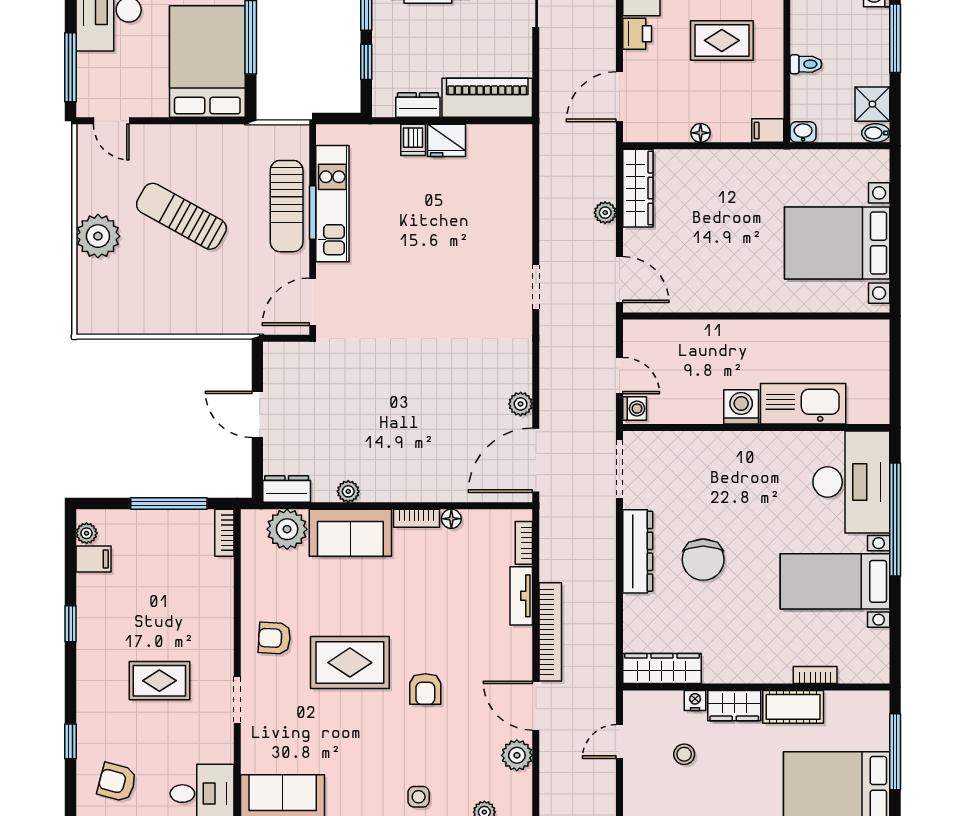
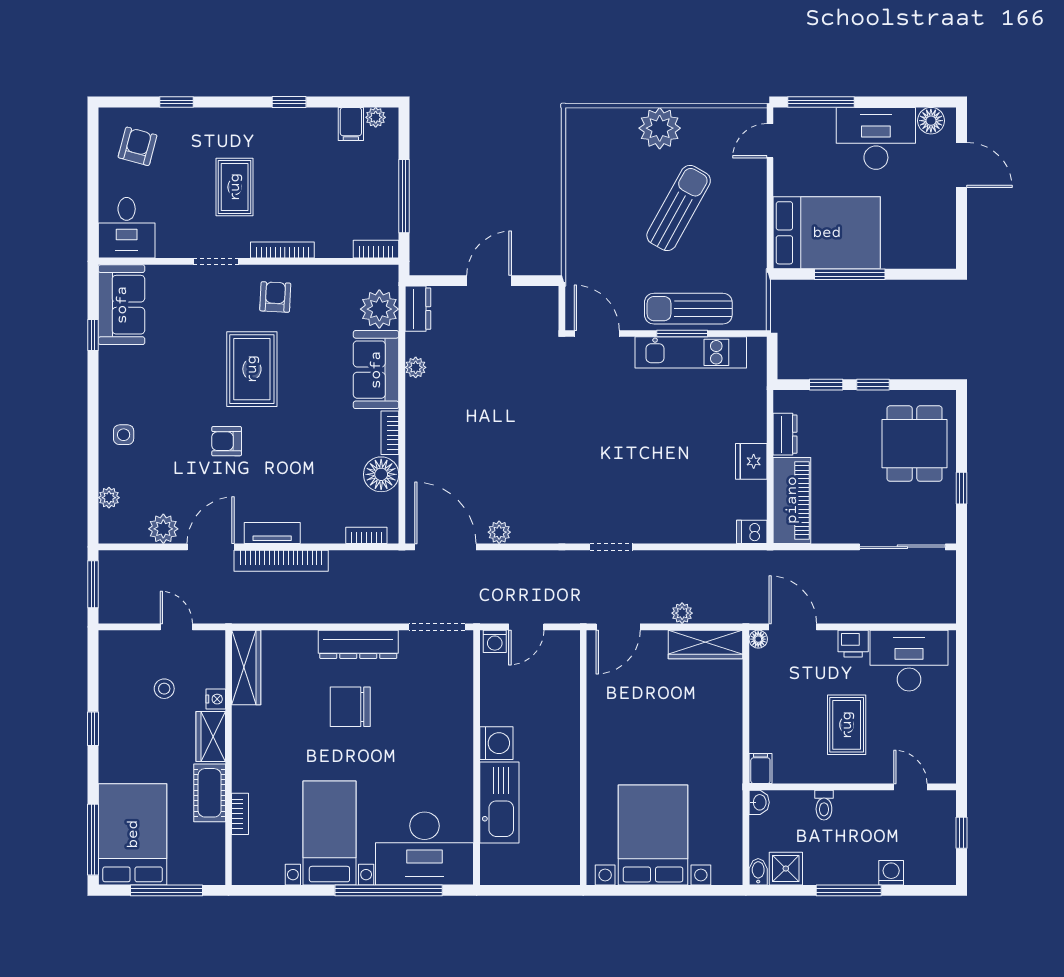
floor lamp: (701, 133) -> (758, 639), moved
dishwasher: (413, 140) -> (752, 532), moved
floor lamp: (451, 519) -> (381, 474), width x1.89, depth x1.89
tv unit: (521, 596) -> (272, 533), moved
bookcase: (225, 631) -> (282, 250), added

